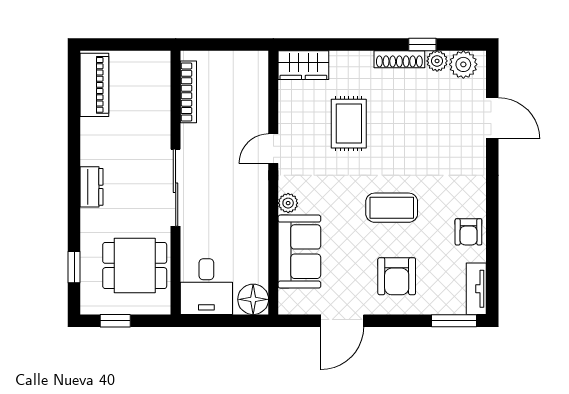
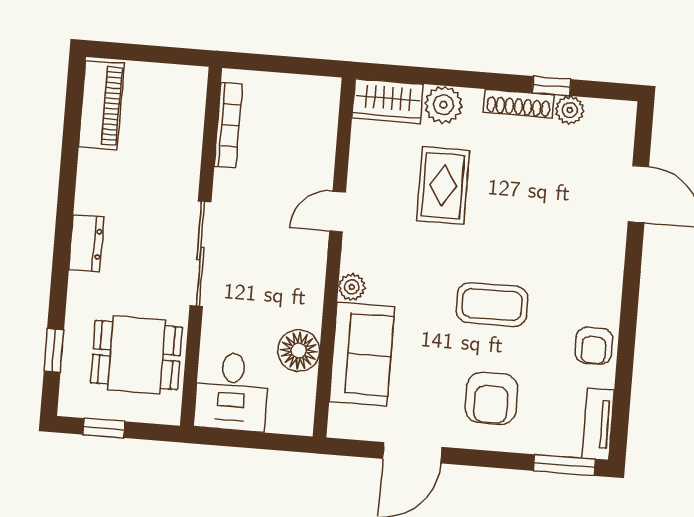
plant: (463, 64) -> (443, 105), moved
floor lamp: (253, 299) -> (299, 351), moved

